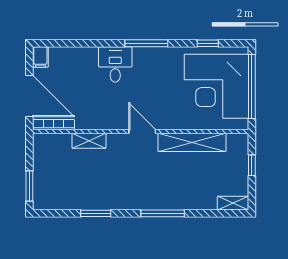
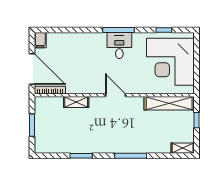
desk: (115, 64) -> (119, 46), moved
window: (252, 86) -> (196, 62), removed
shelving: (192, 142) -> (169, 103), moved
window: (29, 186) -> (32, 125), moved

